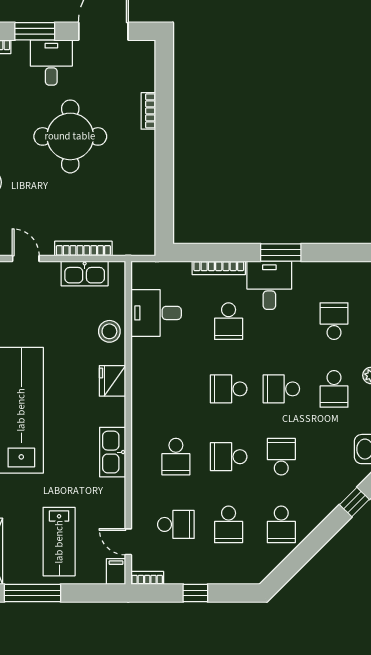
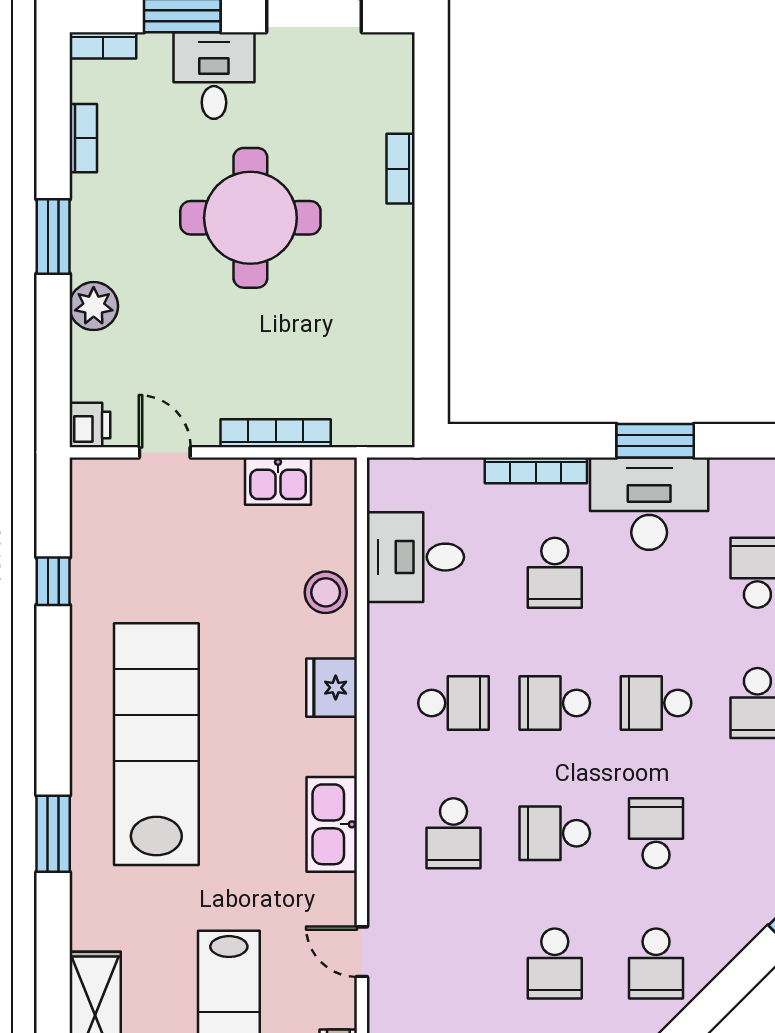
kitchen sink: (85, 273) -> (278, 481), width x0.73
desk: (269, 285) -> (649, 504), width x1.37
school desk: (176, 524) -> (453, 703), moved
door: (128, 542) -> (362, 952), moved

